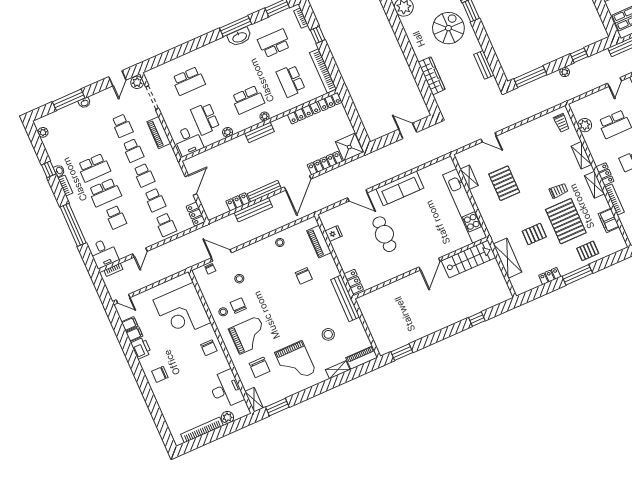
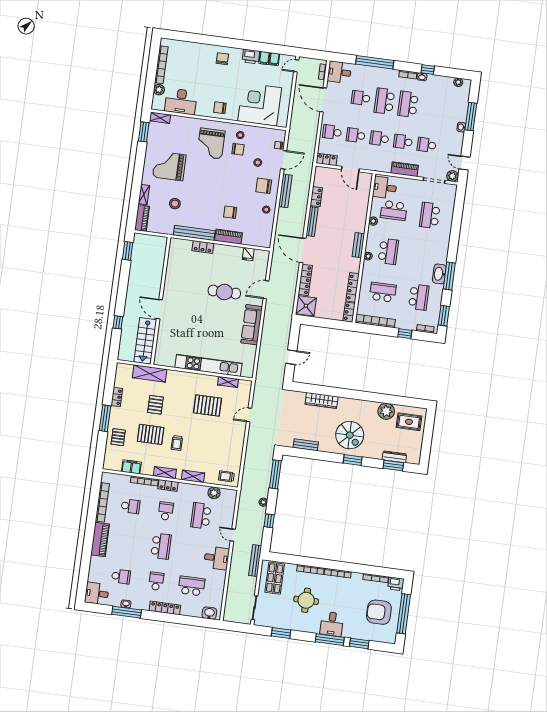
school desk: (248, 100) -> (388, 251), turned 180
school desk: (205, 119) -> (394, 210), turned 180
bench: (253, 210) -> (285, 191), moved
pallet: (566, 221) -> (151, 434), width x0.73, depth x0.71
piano: (319, 242) -> (228, 237), moved
door: (140, 253) -> (323, 100), width x1.87
stairs: (469, 259) -> (145, 341), moved
door: (429, 264) -> (159, 309), moved
wall: (421, 268) -> (161, 301), moved
chair: (260, 367) -> (264, 186), moved

